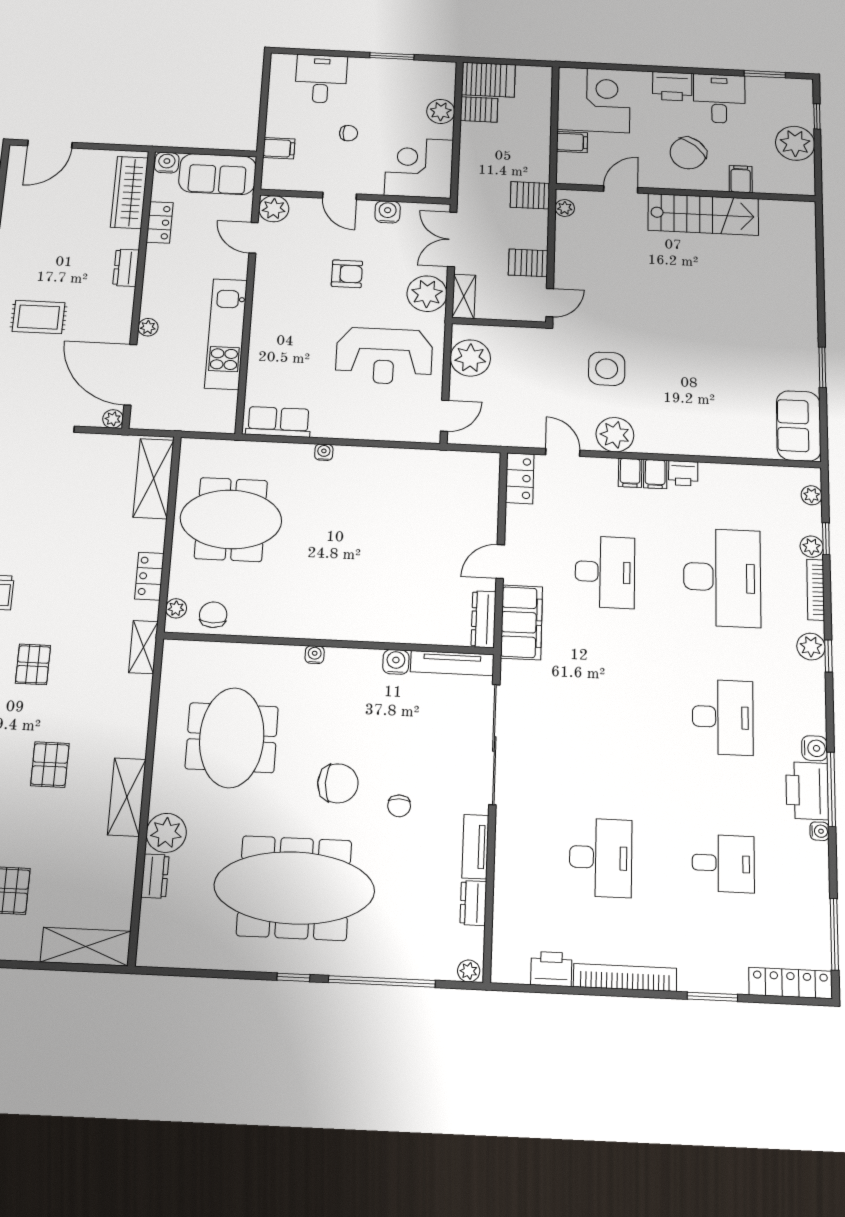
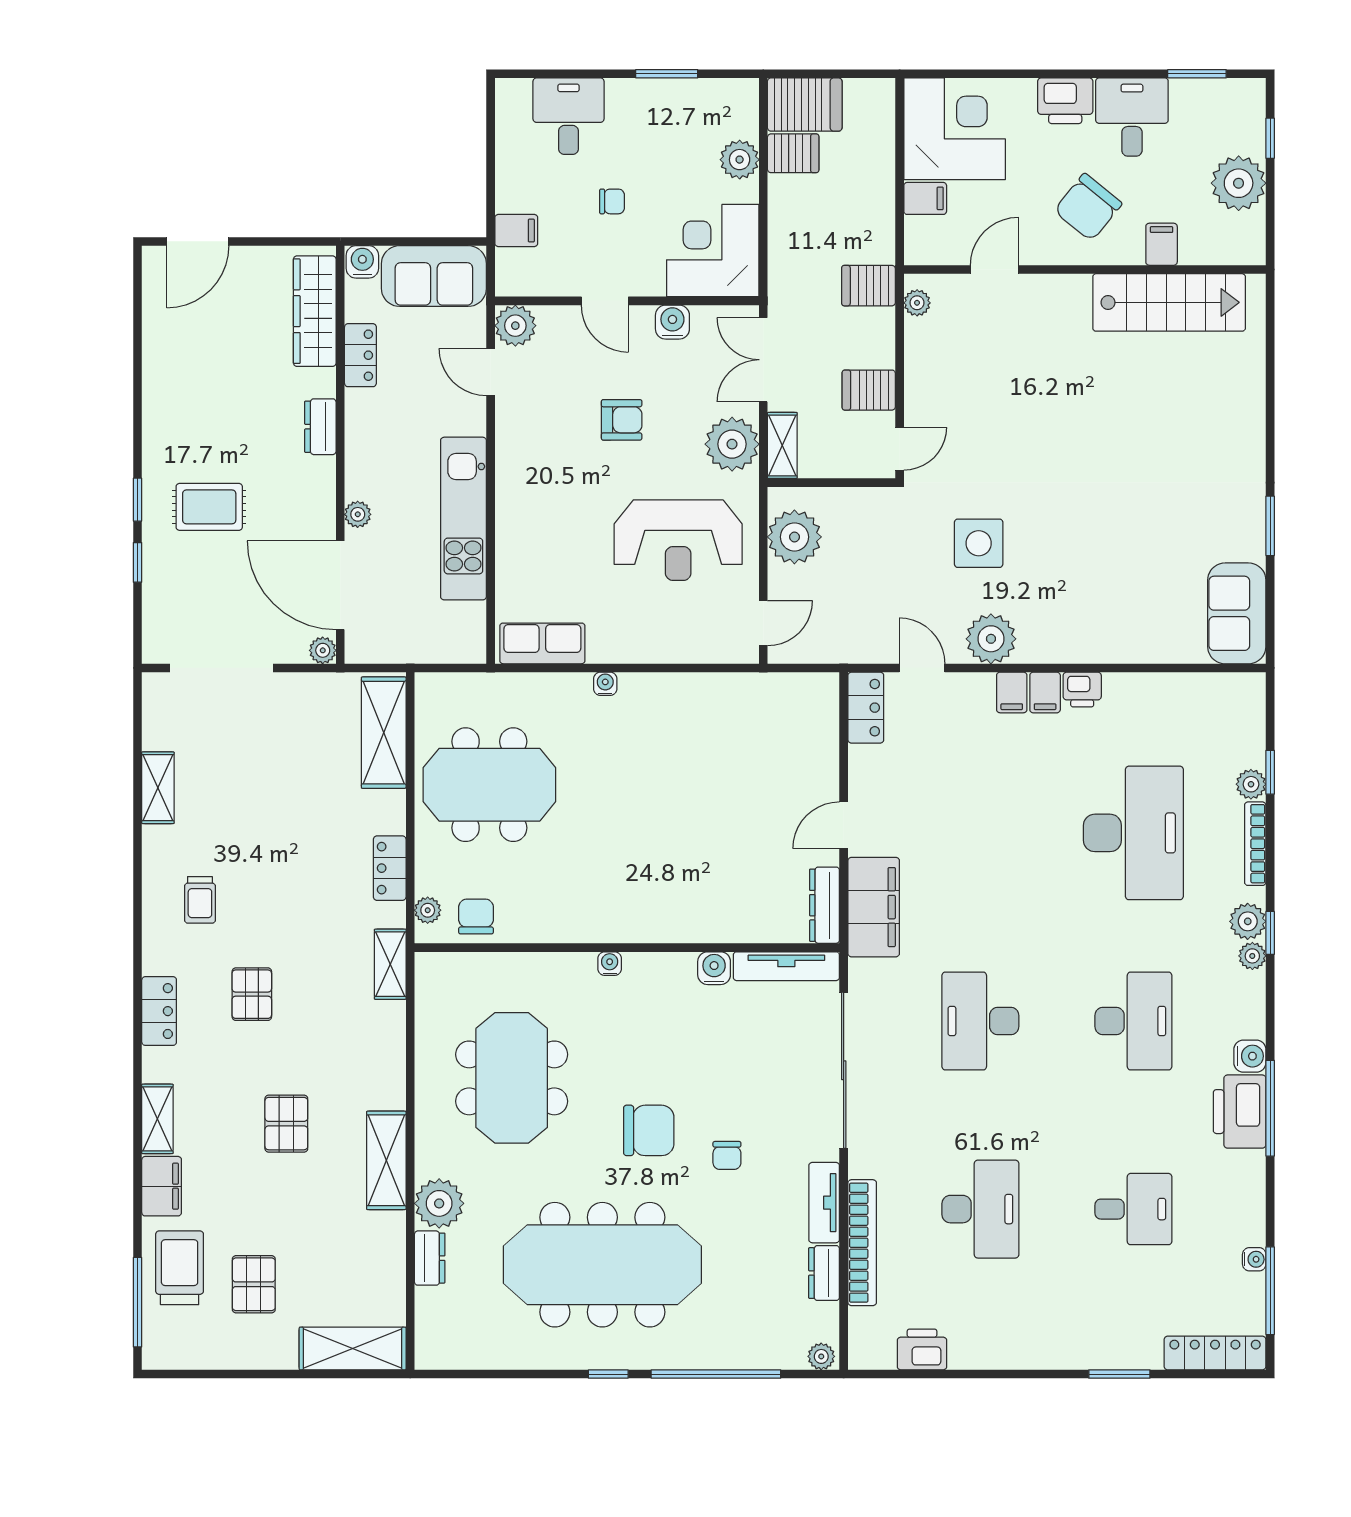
stairs: (703, 214) -> (1169, 302), moved
plant: (812, 495) -> (1252, 956), moved
desk: (605, 572) -> (980, 1021), moved, turned 180
water cooler: (819, 831) -> (1254, 1259), moved
bookcase: (625, 977) -> (862, 1243), moved, turned 90

